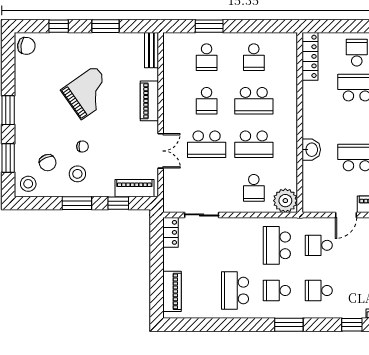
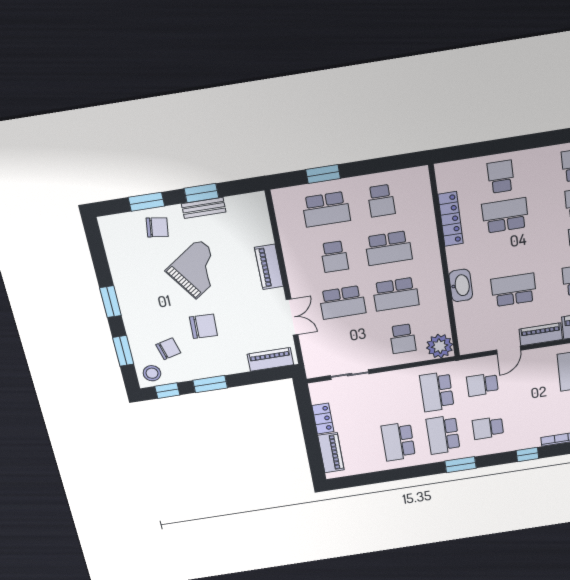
window: (59, 26) -> (146, 202), width x1.50
chair: (26, 46) -> (157, 227), moved
bench: (151, 50) -> (204, 208), moved, turned 90
locker: (310, 56) -> (451, 219), moved
school desk: (207, 57) -> (326, 209), width x1.85
chair: (83, 147) -> (203, 326), width x1.87, depth x1.87
washbasin: (311, 150) -> (461, 285), width x1.38
chair: (48, 163) -> (168, 349), turned -82
stool: (77, 174) -> (204, 355), removed
window: (118, 203) -> (167, 391), moved
locker: (171, 232) -> (323, 419), moved
school desk: (277, 291) -> (443, 435), width x1.85

